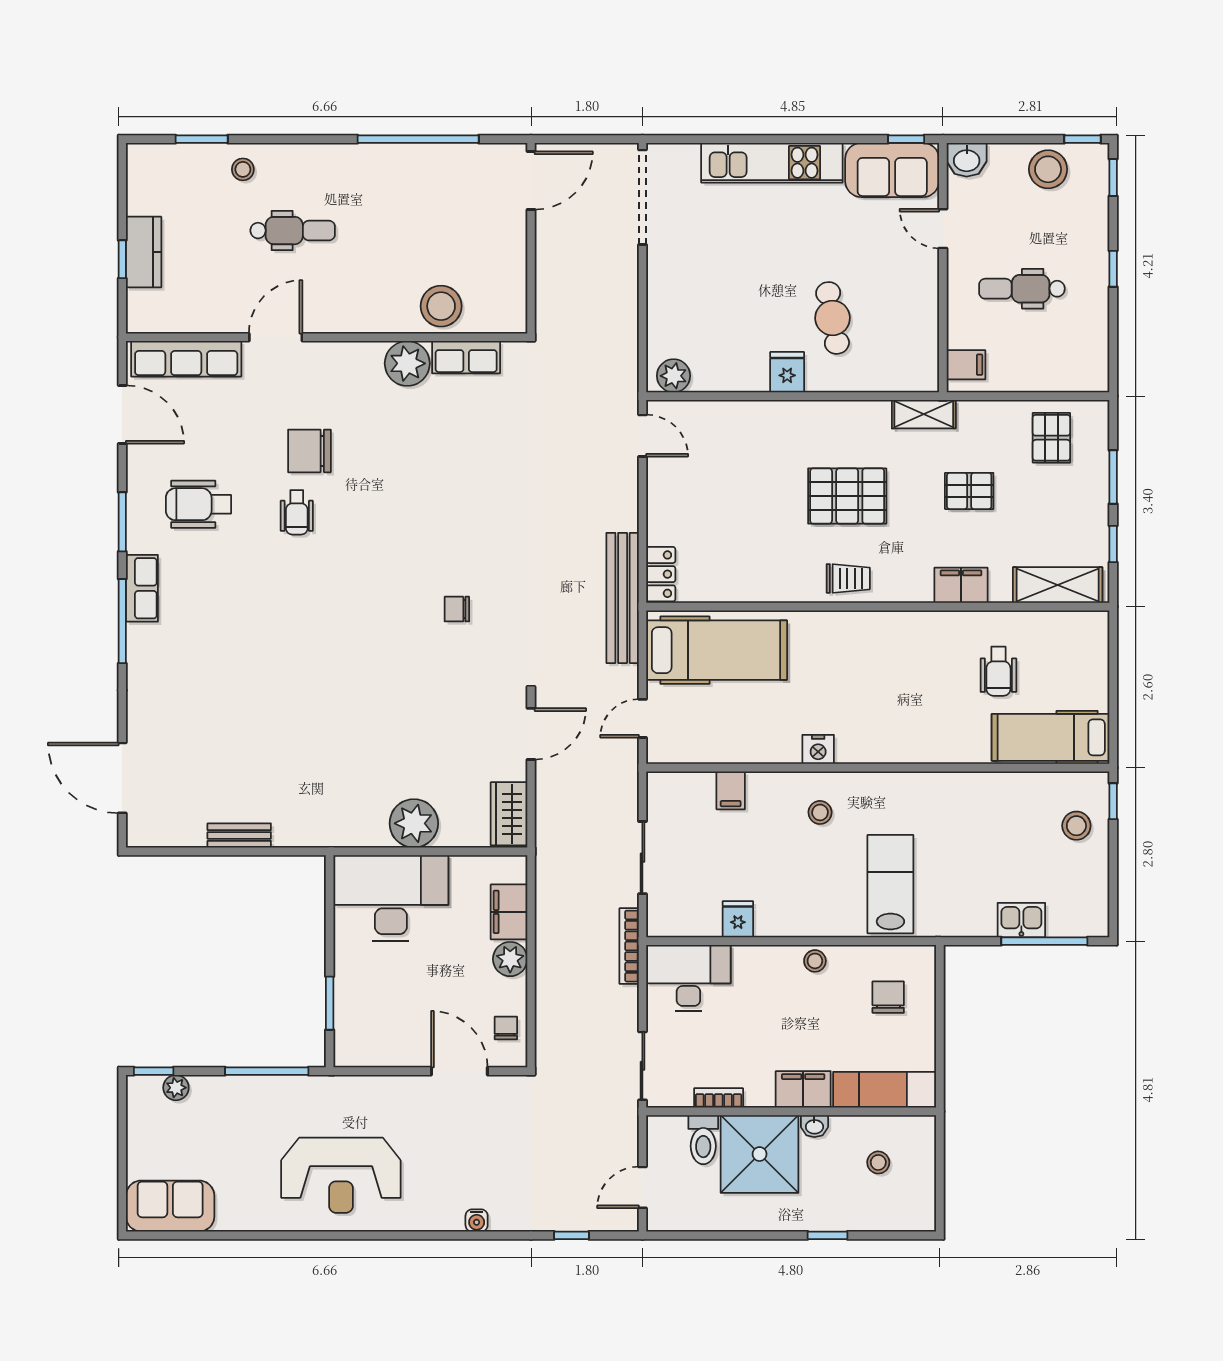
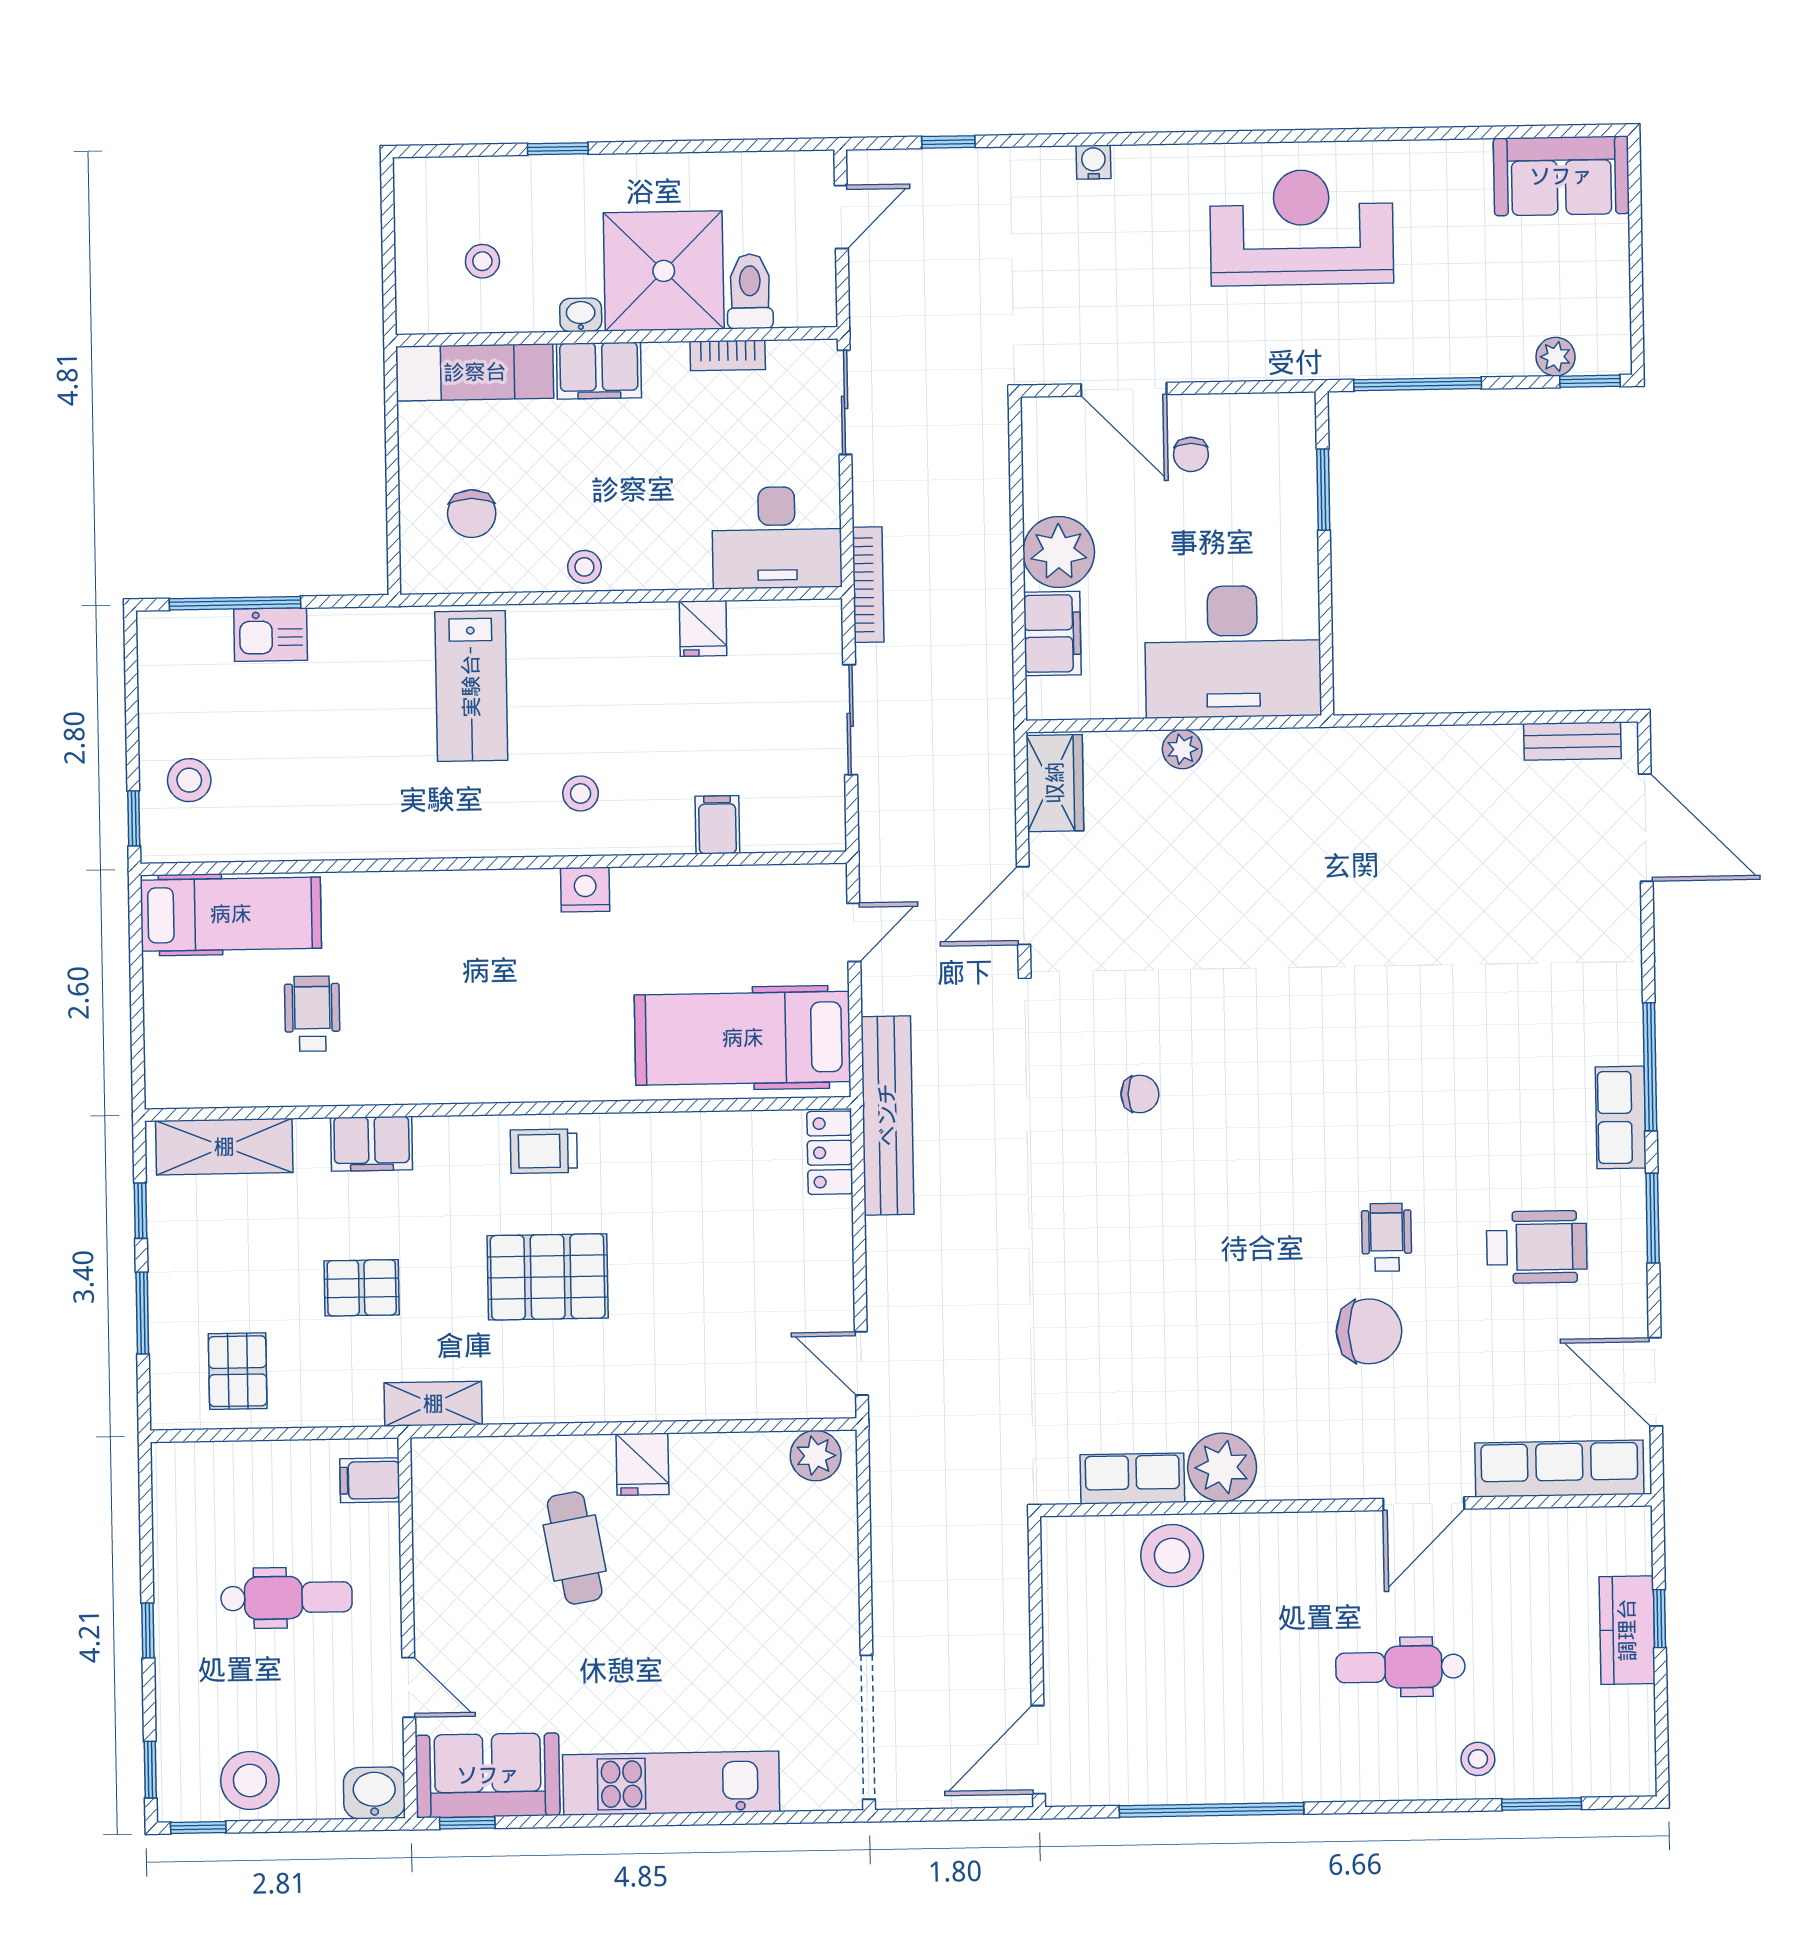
plant: (414, 823) -> (1182, 749), width x0.53, depth x0.53
bench: (239, 835) -> (1572, 741), moved
plant: (510, 959) -> (1059, 552), width x1.36, depth x1.36
chair: (506, 1028) -> (1191, 454), moved

